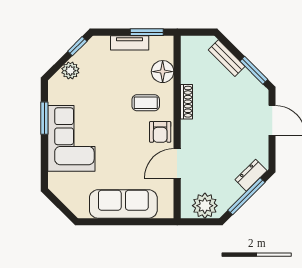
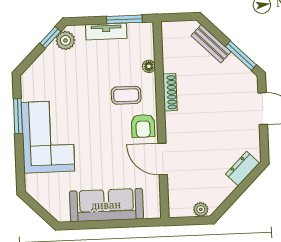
plant: (70, 71) -> (65, 40), moved
floor lamp: (163, 72) -> (149, 66), width x0.53, depth x0.53
door: (177, 163) -> (163, 159), hinge flipped
window: (246, 196) -> (238, 191), removed
plant: (205, 206) -> (201, 209), width x0.53, depth x0.53

